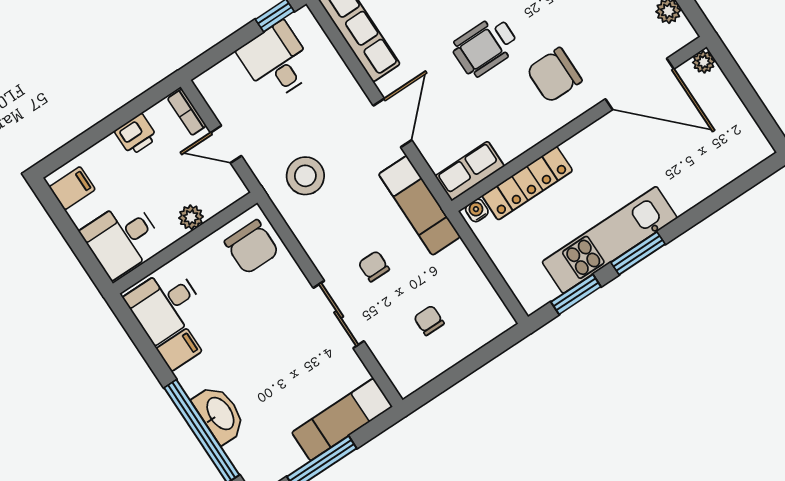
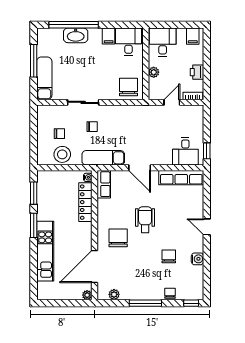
desk: (277, 61) -> (185, 151), moved, turned 90
stool: (305, 176) -> (62, 154), moved
kitchen unit: (610, 240) -> (45, 251), moved
chair: (252, 247) -> (128, 87), turned 90

